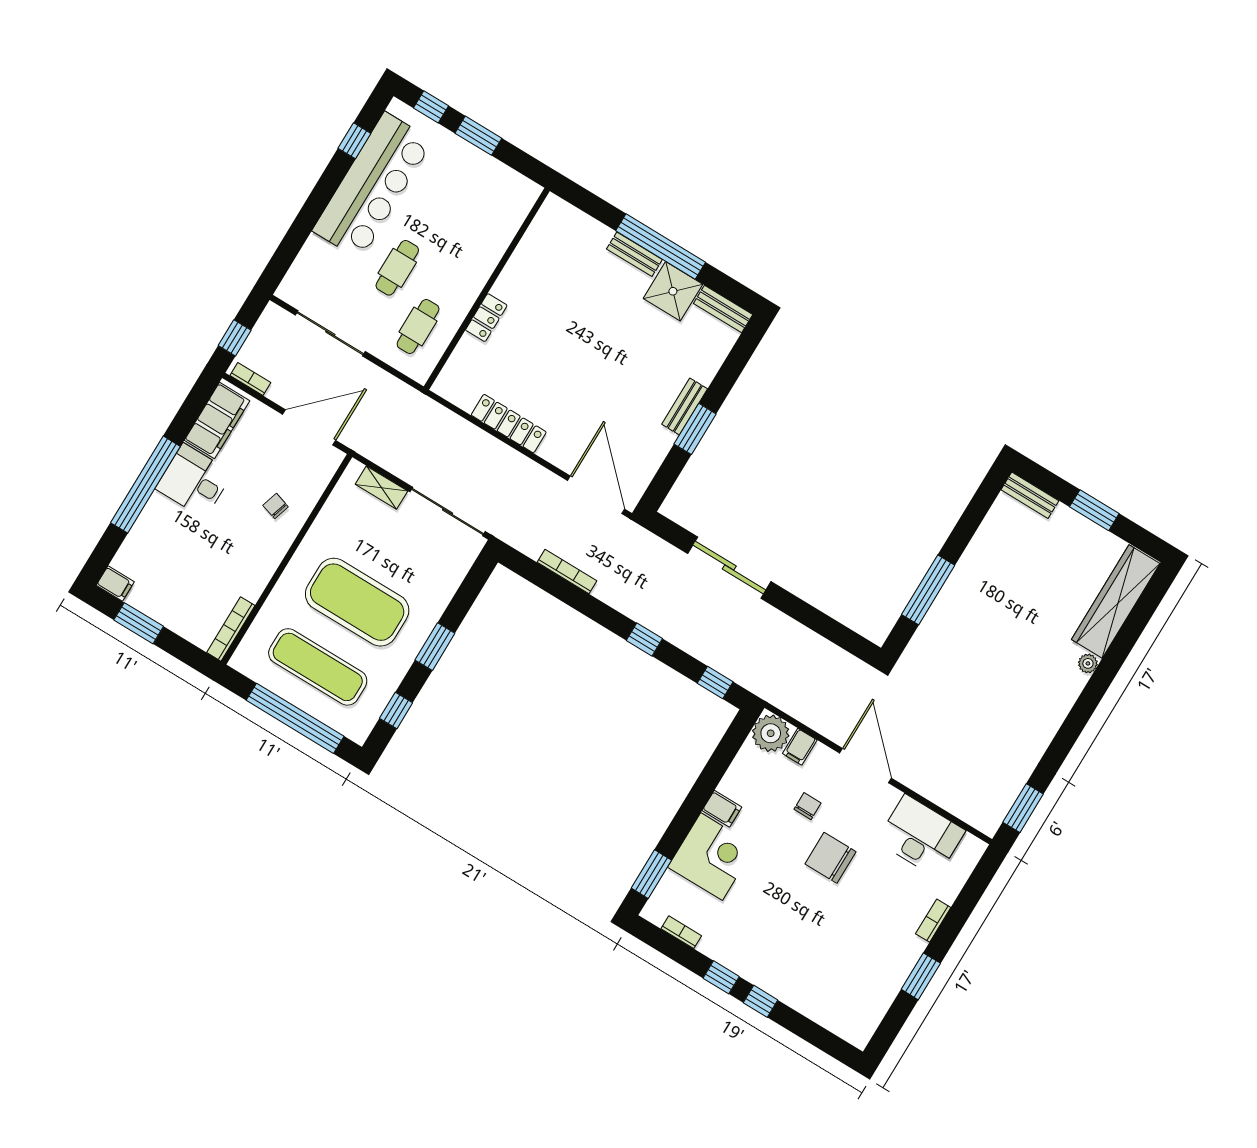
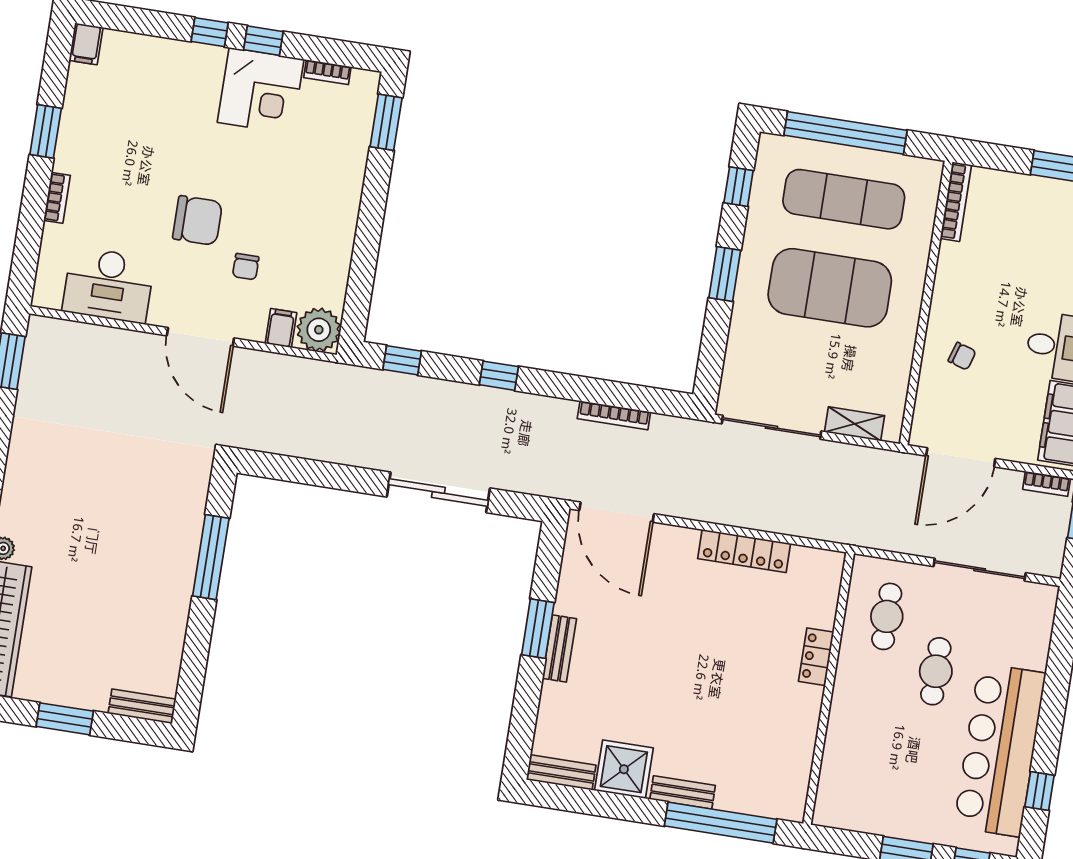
window: (661, 246) -> (721, 823), moved
filing cabinet: (722, 809) -> (86, 44), moved, turned -90
corner desk: (712, 857) -> (261, 91), moved, turned -90

